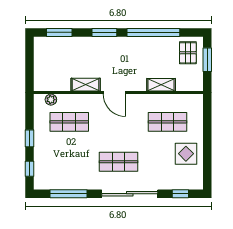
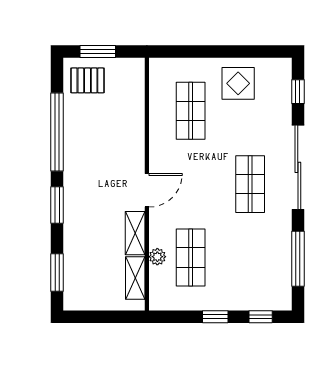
shelving: (161, 85) -> (135, 278), moved
plant: (51, 100) -> (157, 257), moved

